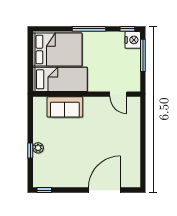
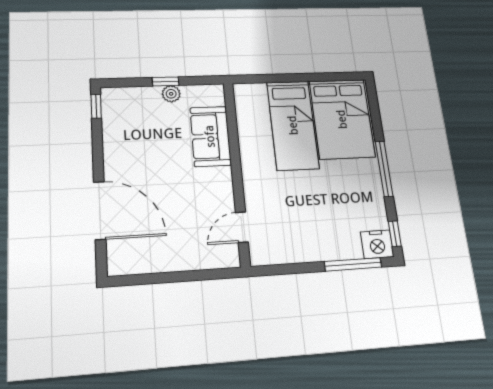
wall: (87, 94) -> (237, 172), moved
door: (118, 94) -> (242, 227), moved
sofa: (65, 107) -> (210, 136), moved

